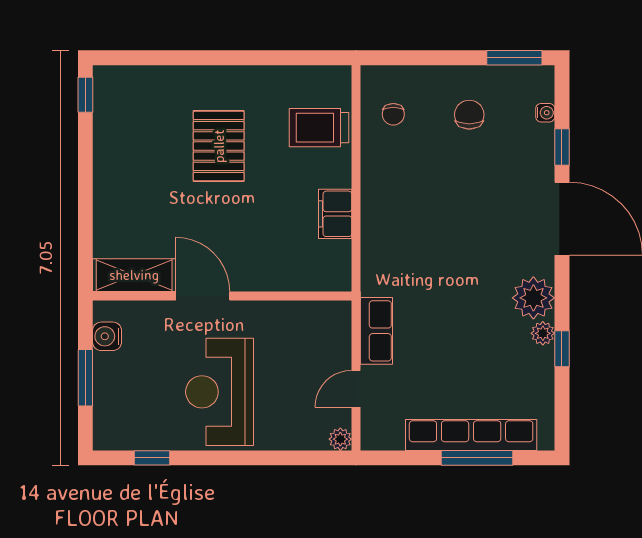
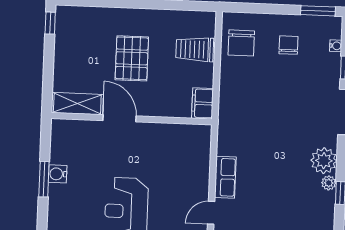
chair: (393, 114) -> (241, 43), width x1.87, depth x1.87
shelving: (134, 275) -> (77, 104), moved
door: (203, 296) -> (120, 118), moved
wall: (222, 296) -> (132, 119), moved
window: (85, 378) -> (44, 179), moved

